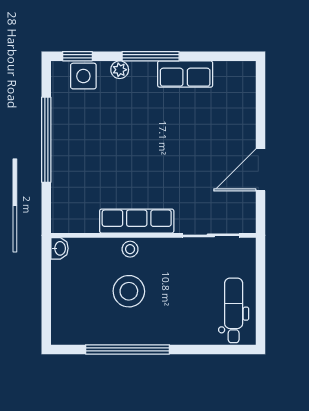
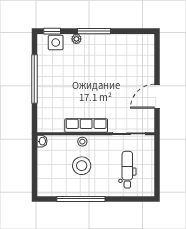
row of seats: (185, 74) -> (114, 41), removed
dental chair: (234, 310) -> (127, 170), moved

